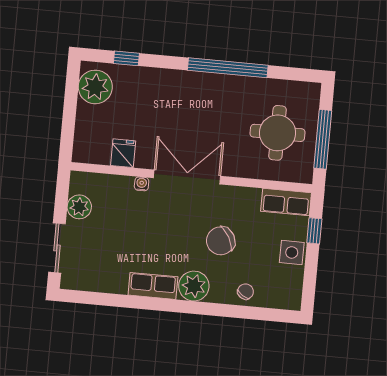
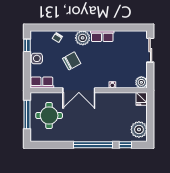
window: (228, 68) -> (93, 145), moved
fridge: (123, 153) -> (142, 99), moved
double door: (187, 177) -> (79, 90), moved
plant: (79, 207) -> (141, 82), moved
window: (314, 231) -> (27, 45), moved

